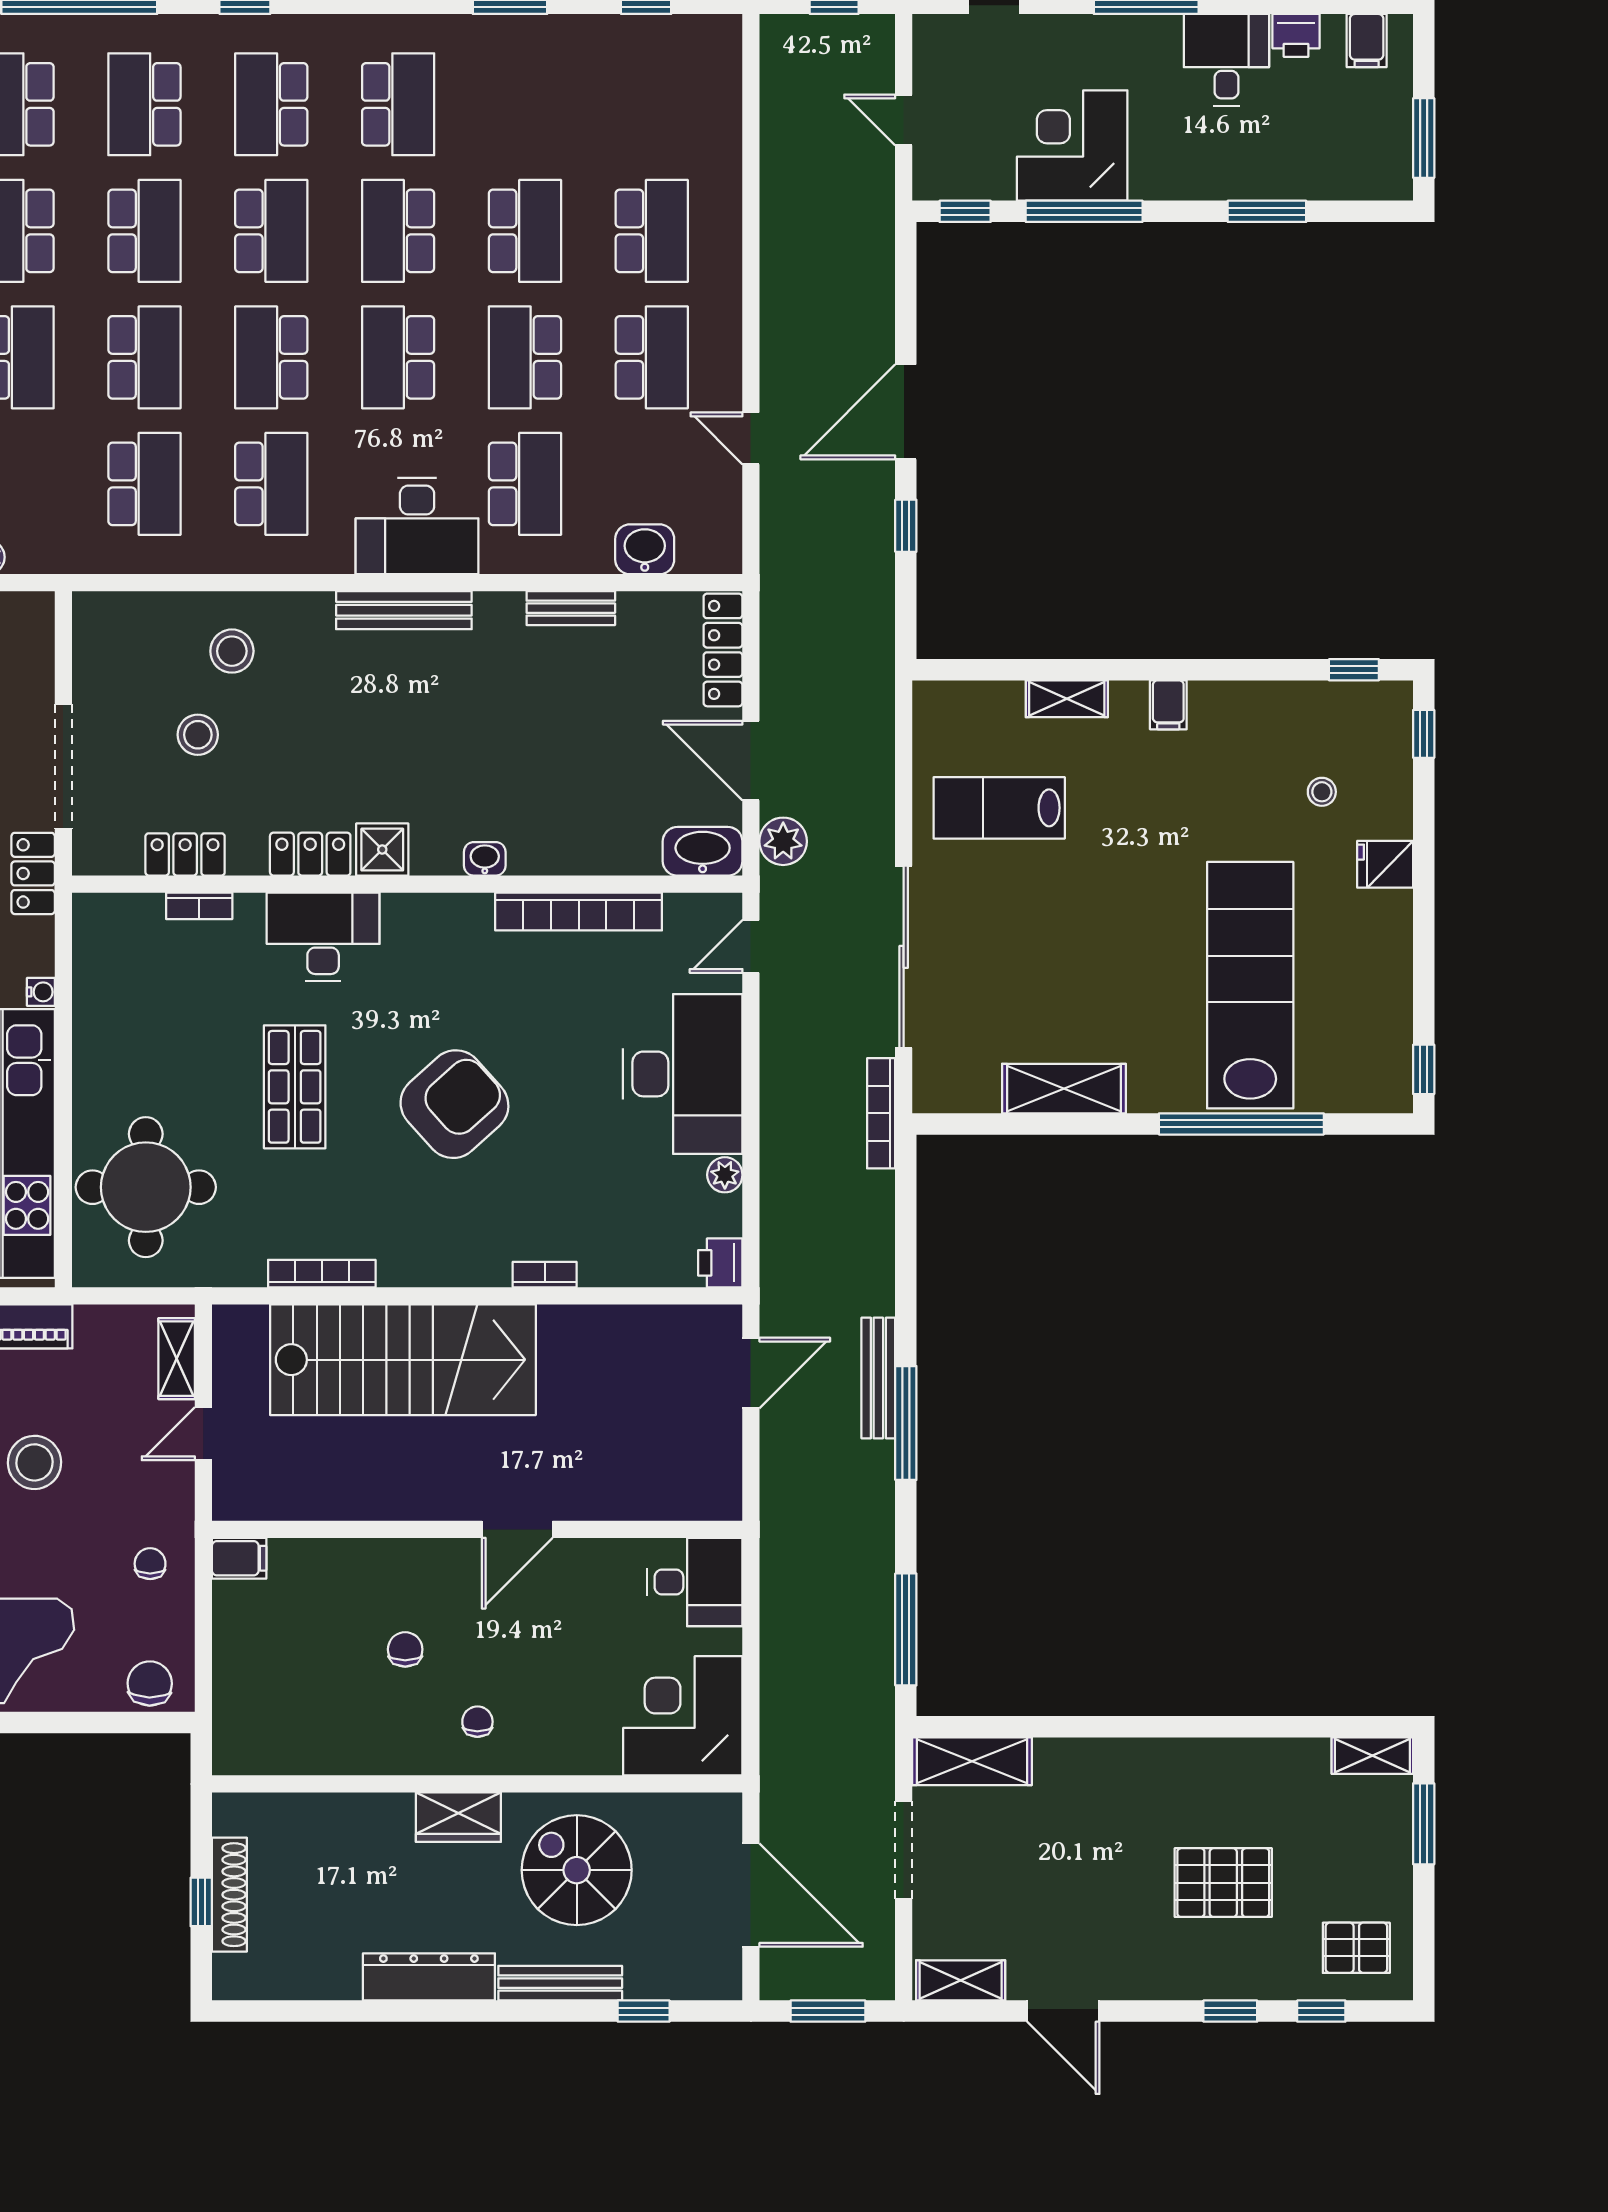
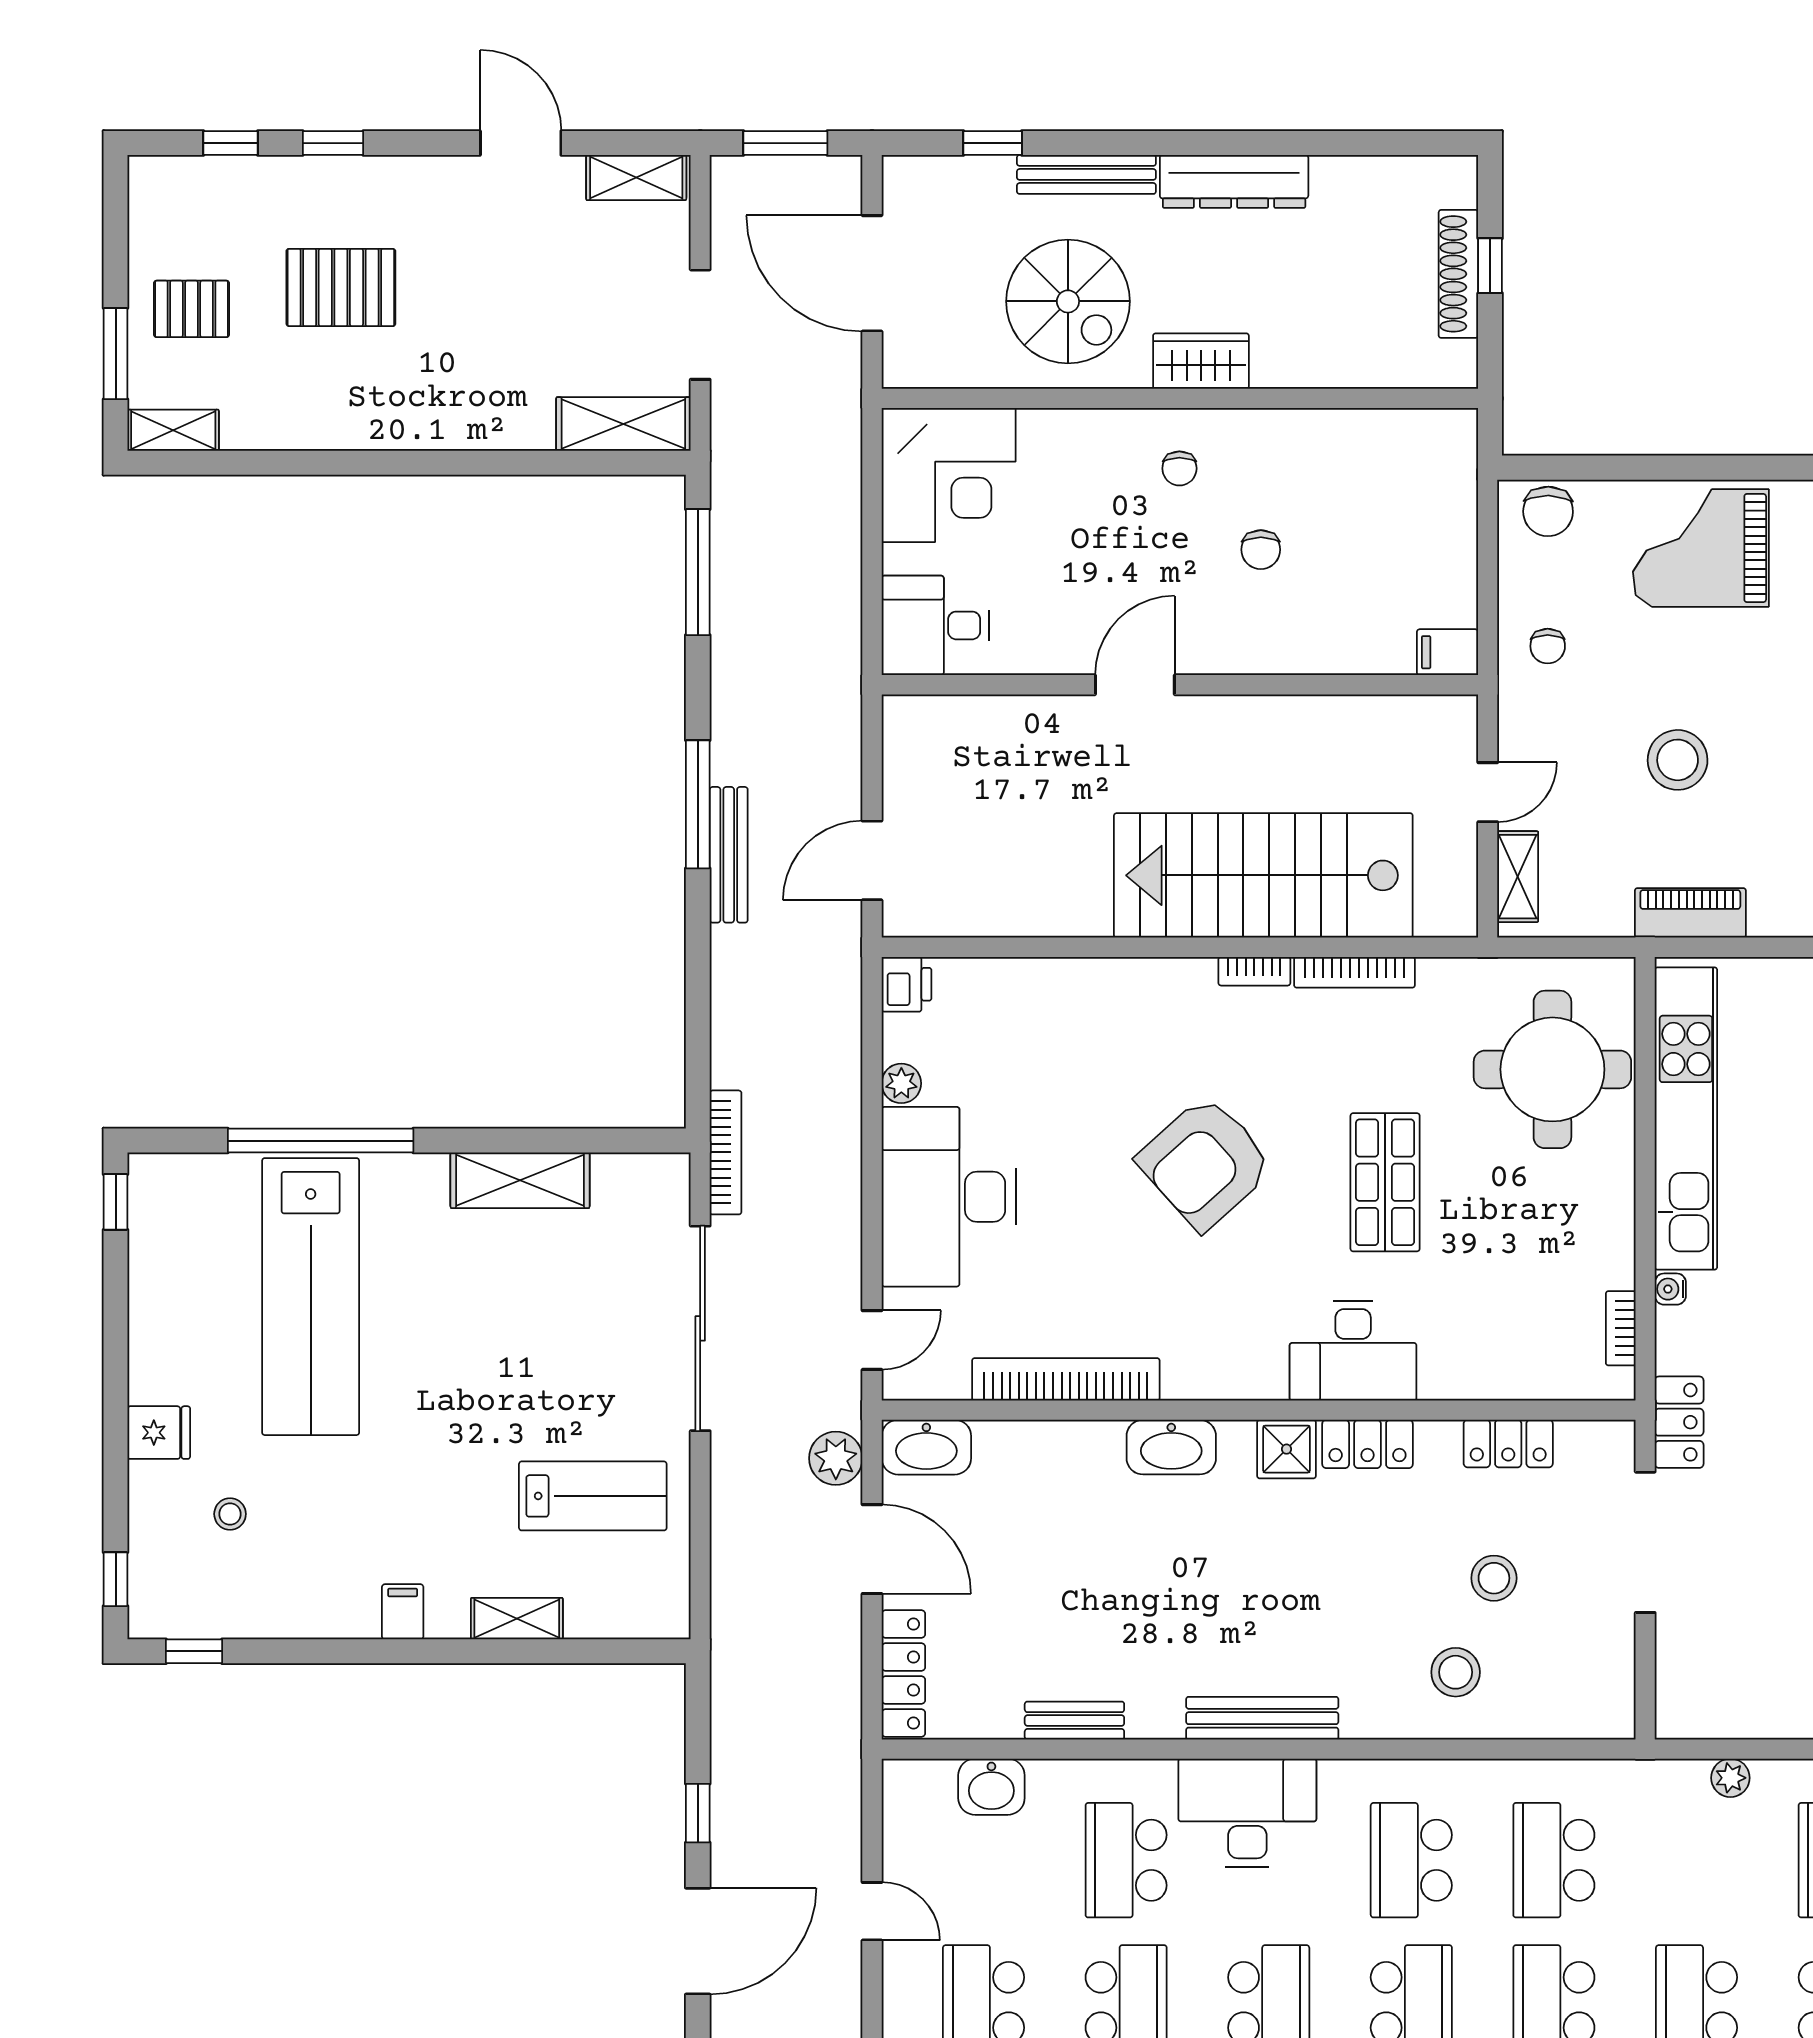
washbasin: (485, 859) -> (1171, 1447), width x1.91, depth x1.45
bookcase: (199, 906) -> (1621, 1328), moved, turned -90
bookcase: (545, 1275) -> (1254, 971), moved
pallet: (1356, 1948) -> (191, 309), moved

